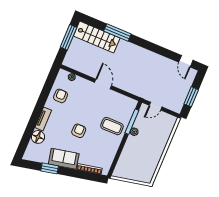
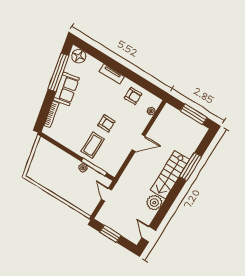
stairs: (97, 37) -> (170, 175), moved
plant: (156, 61) -> (154, 203), added
door: (186, 61) -> (149, 234), hinge flipped
armchair: (79, 131) -> (106, 123), moved
floor lamp: (38, 137) -> (79, 56), moved
window: (50, 168) -> (58, 72), width x2.11

